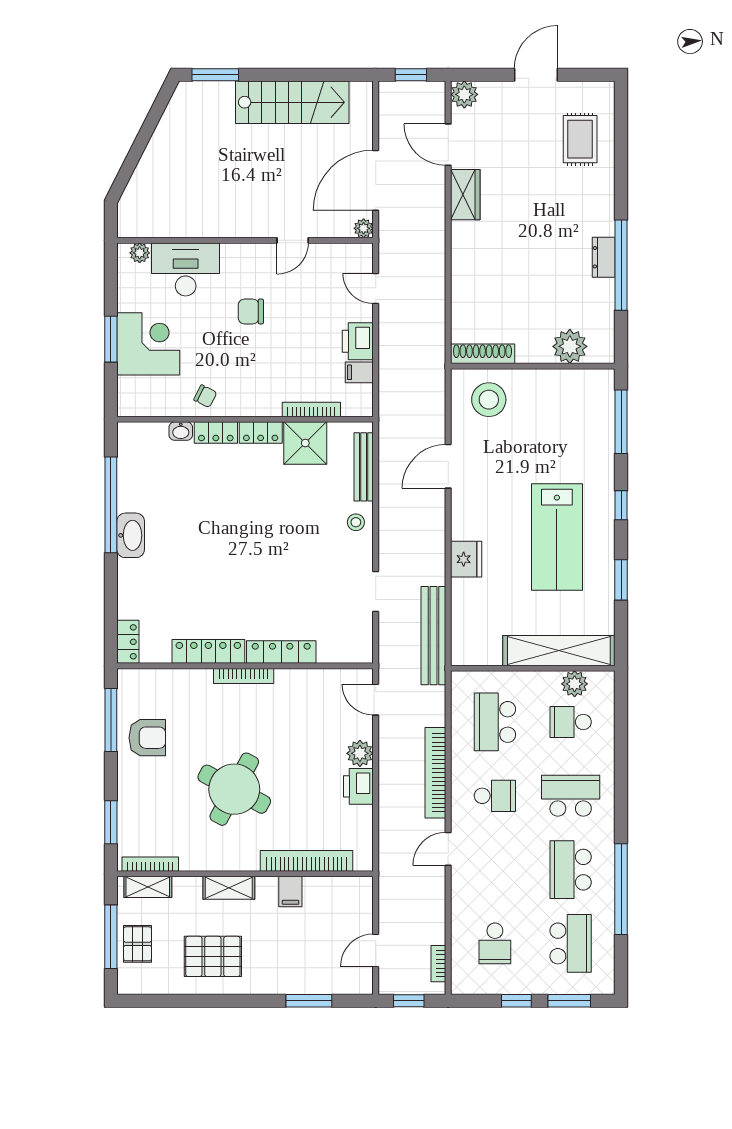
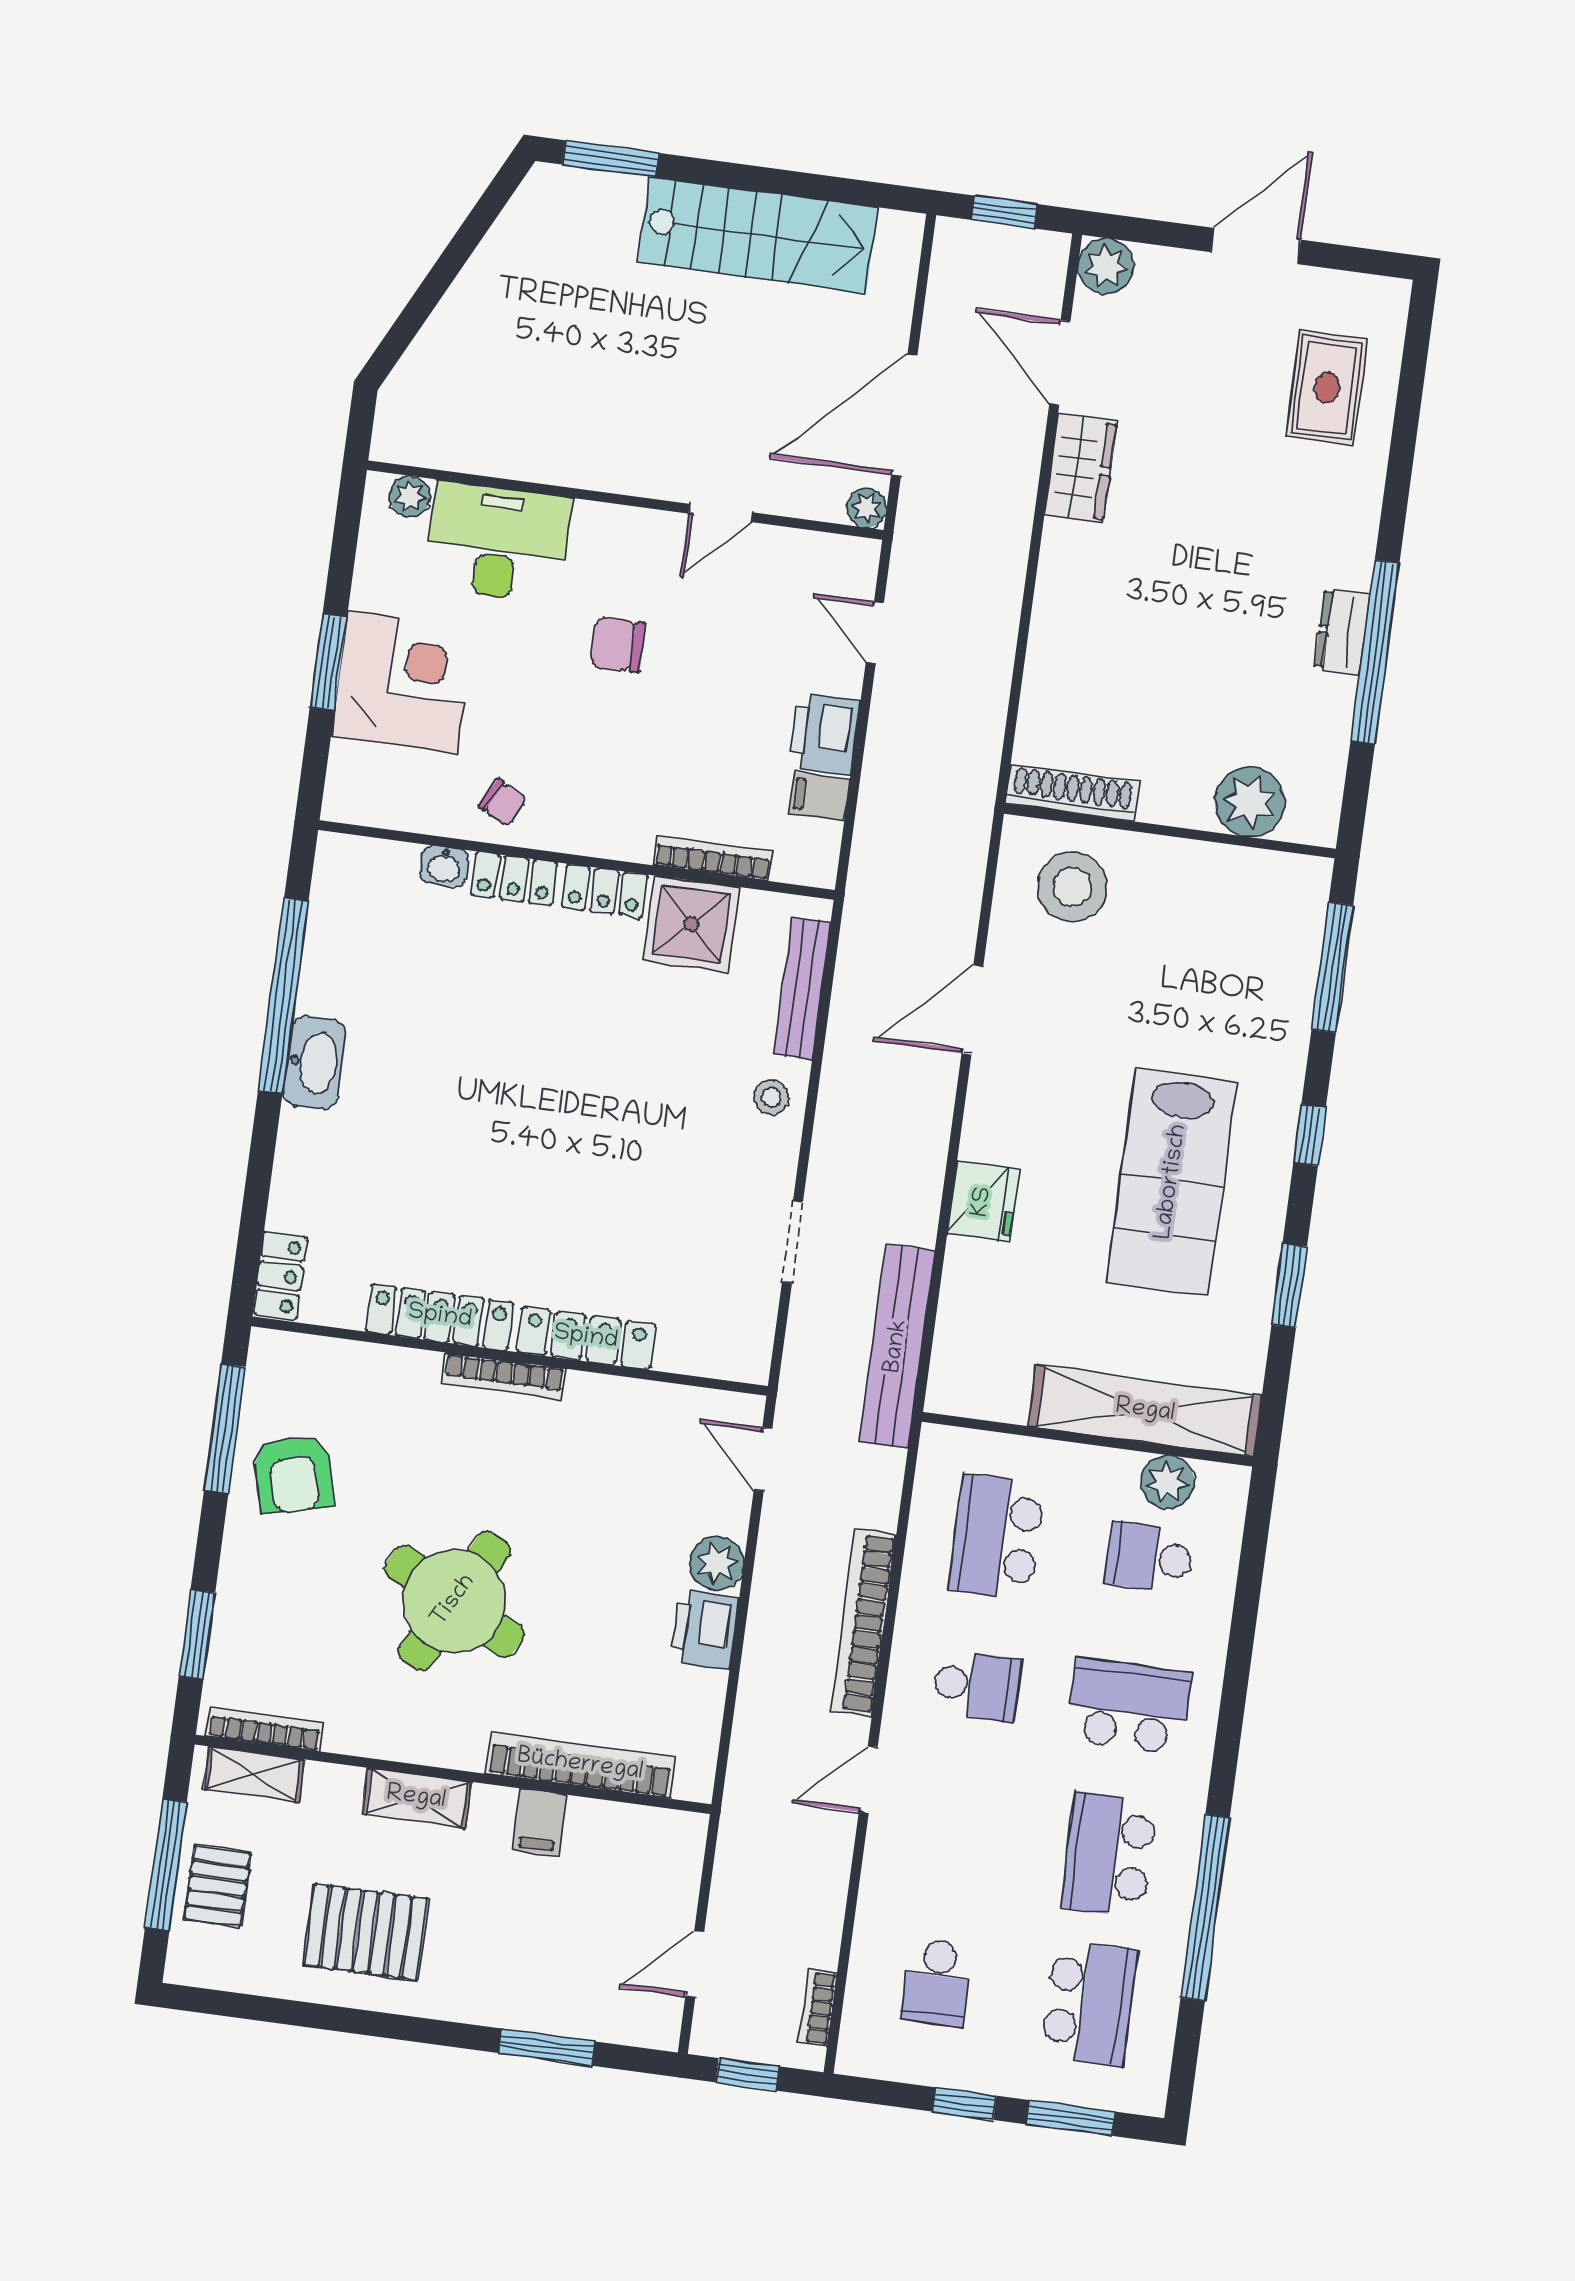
armchair: (147, 738) -> (293, 1474), turned 76

